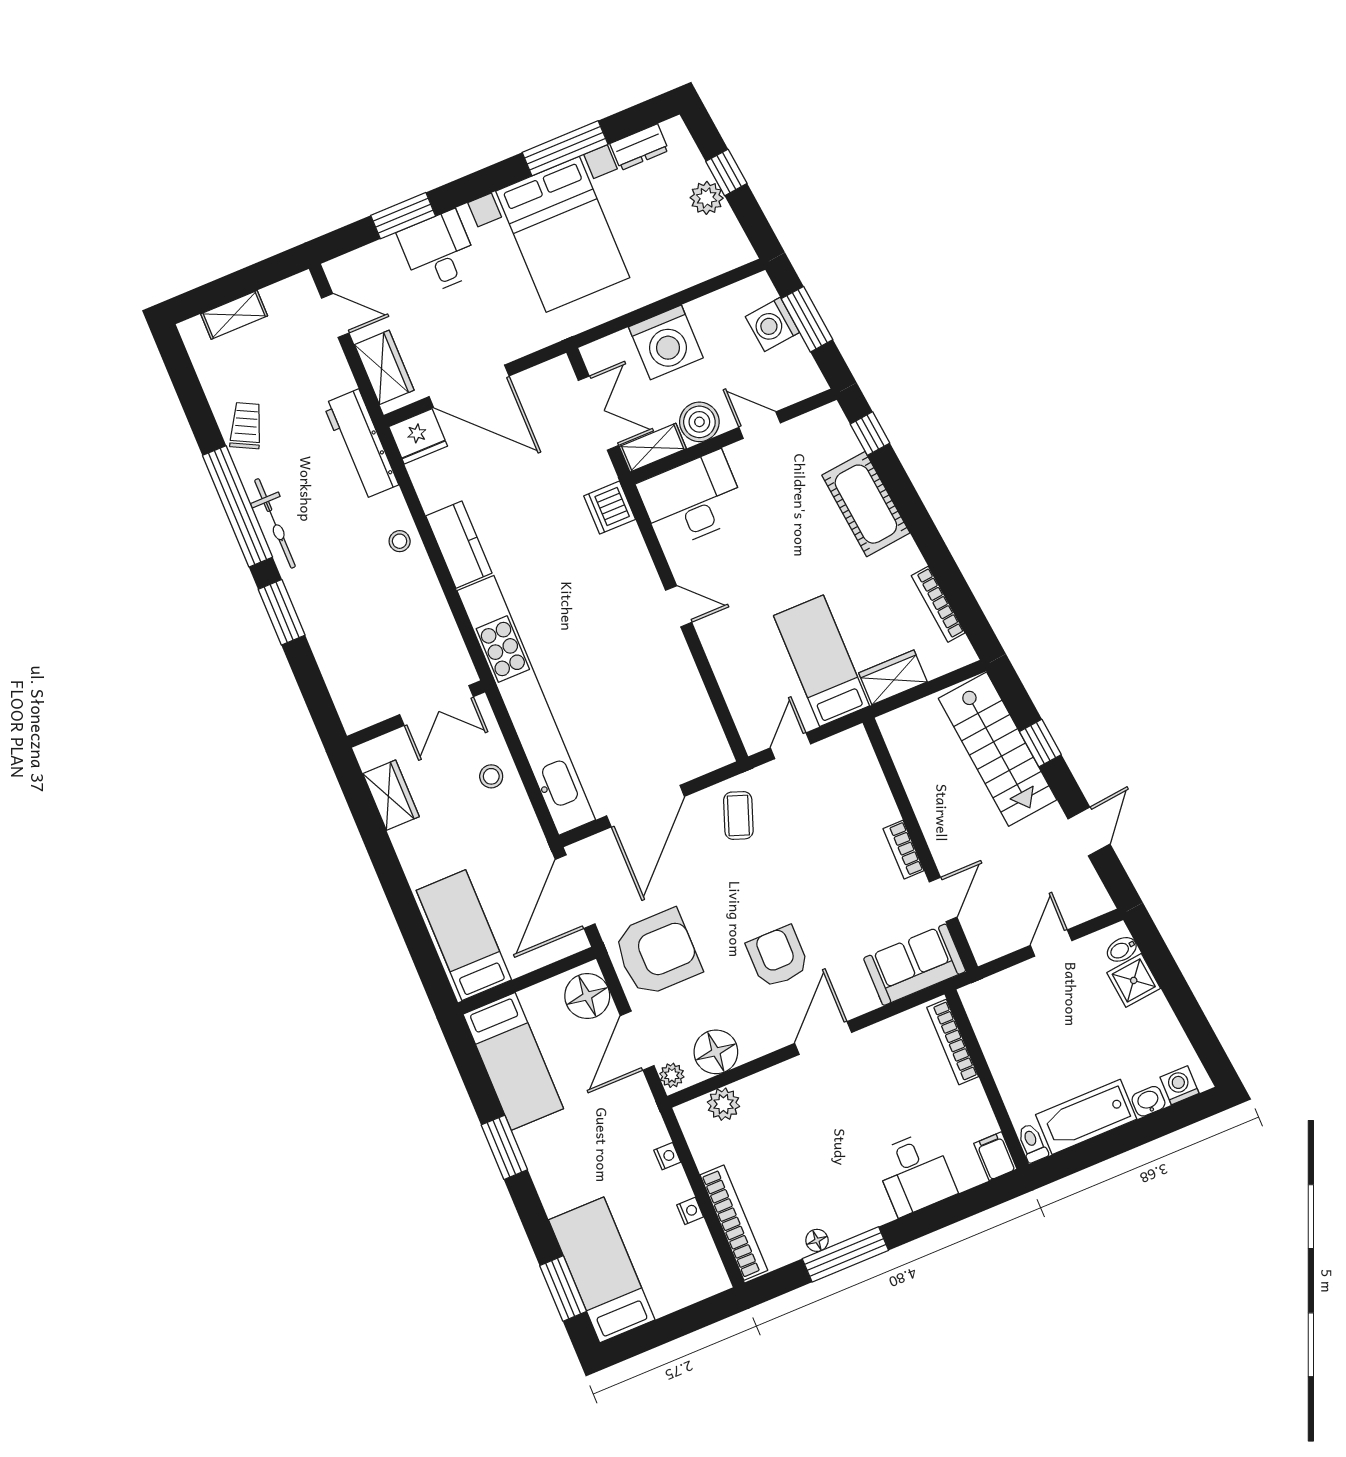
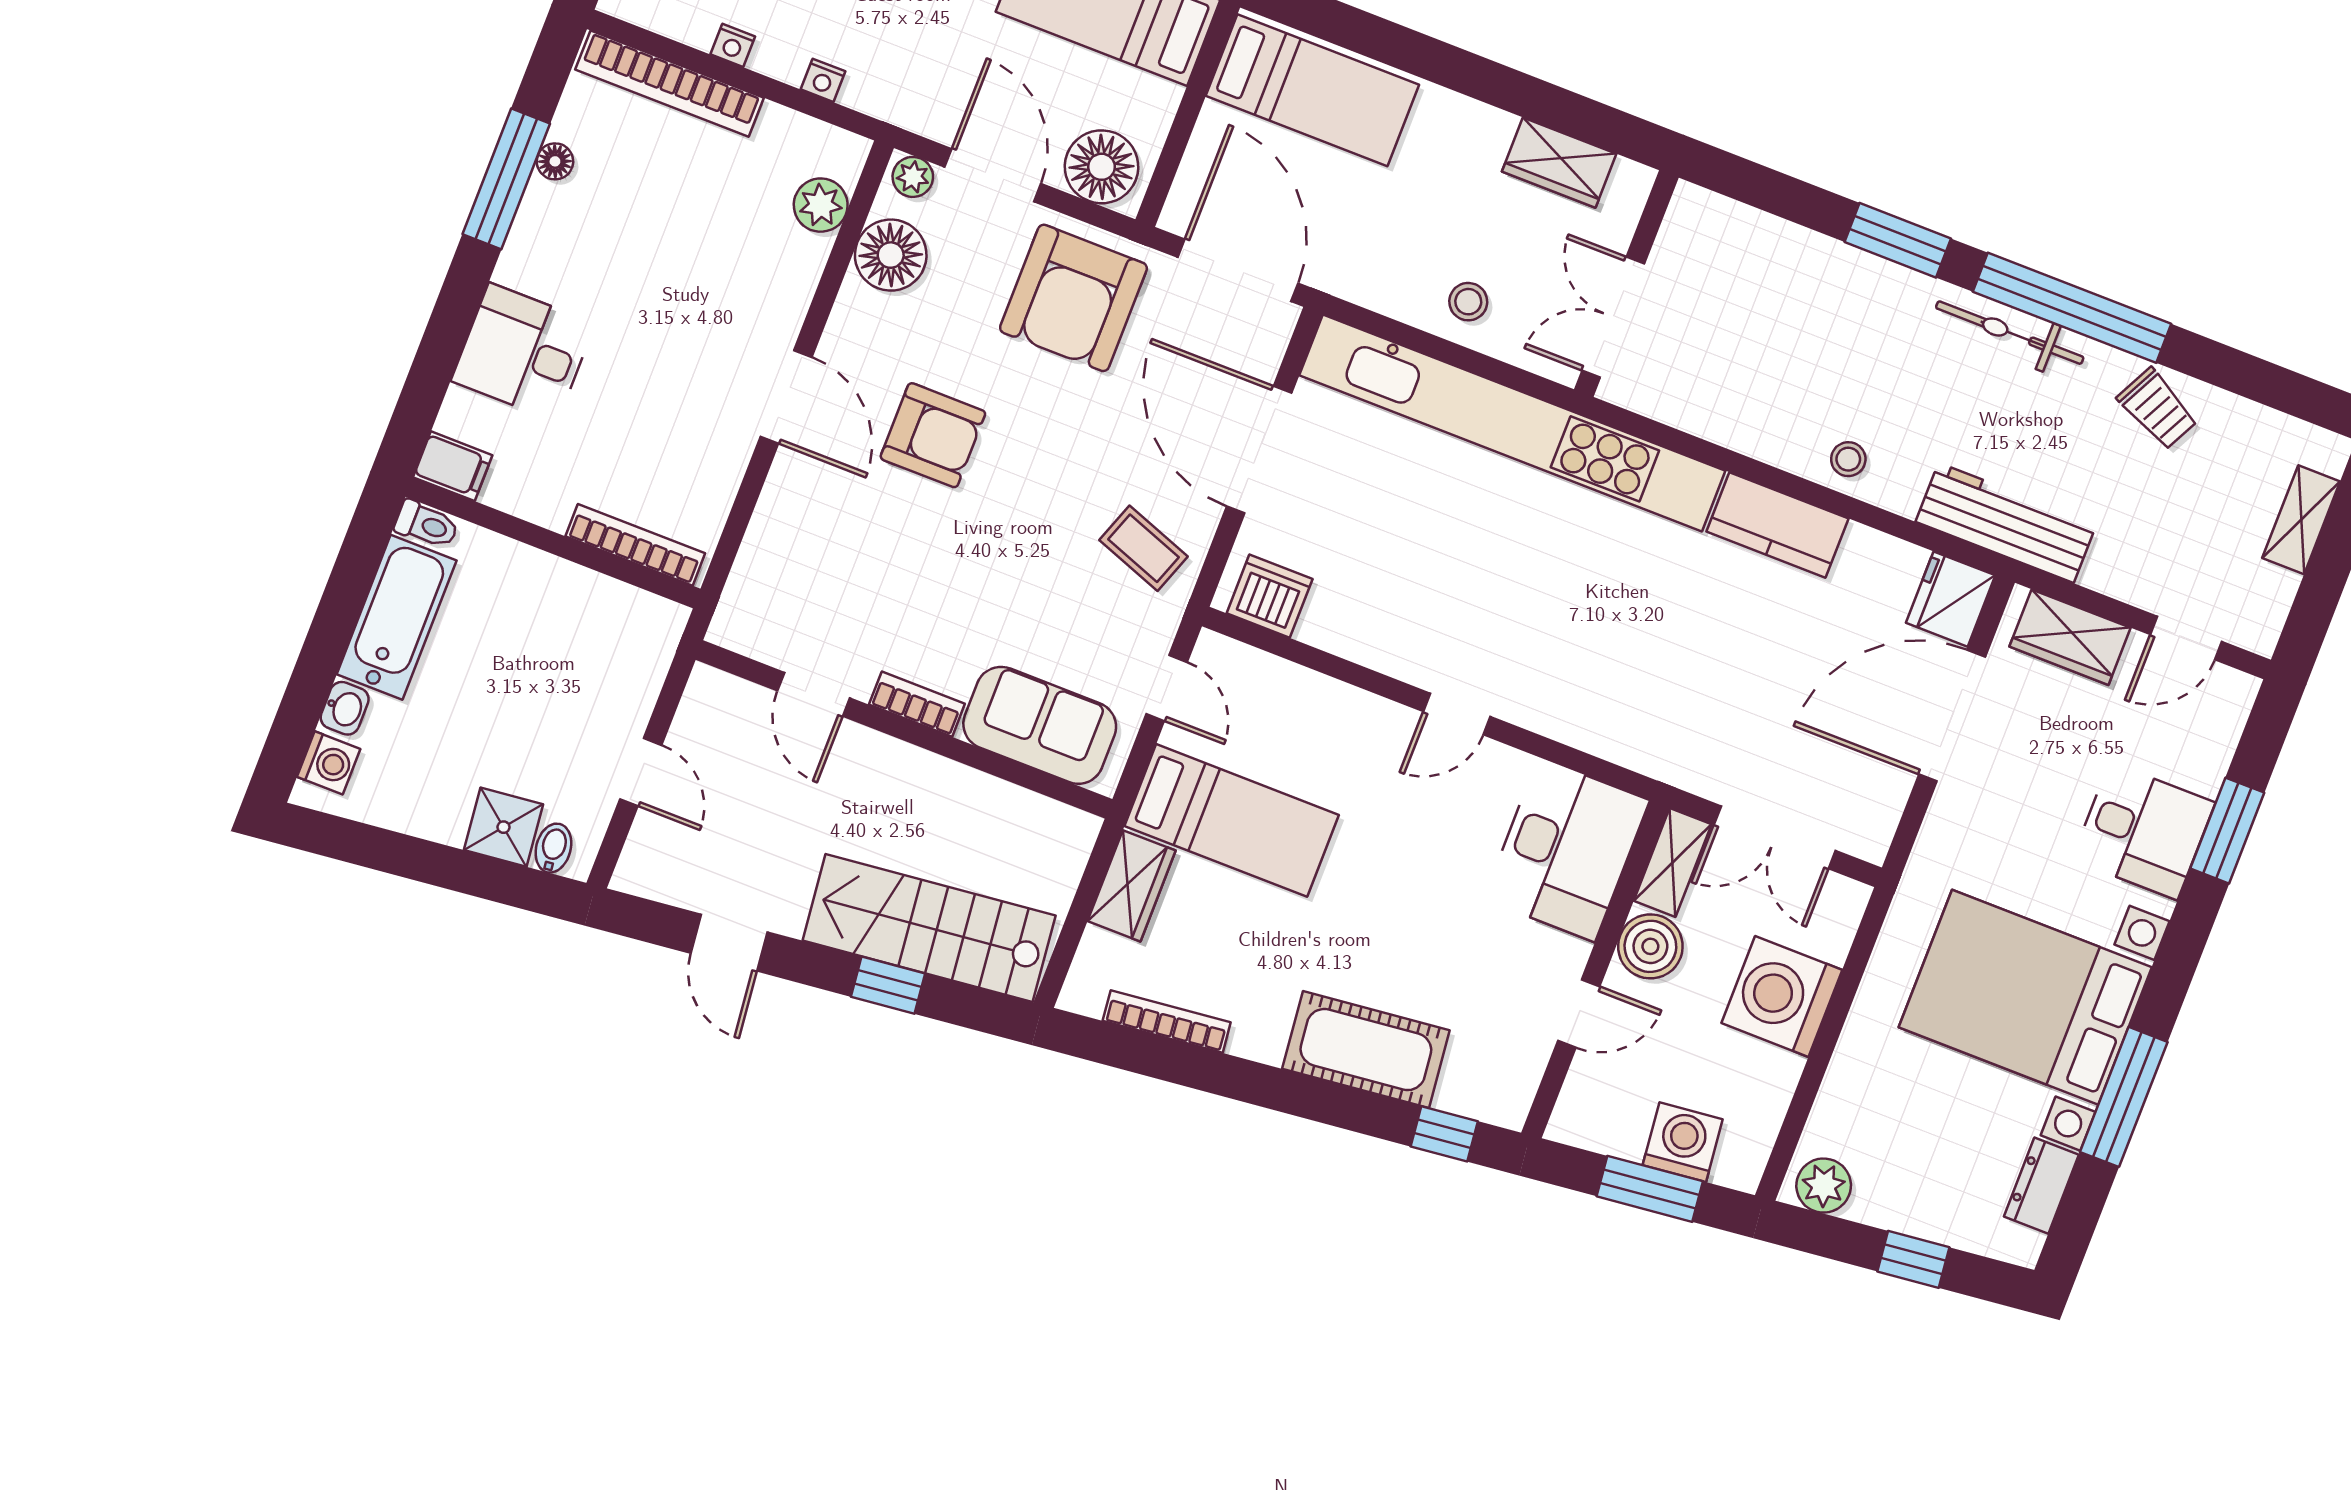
plant: (707, 198) -> (1824, 1186), moved
dishwasher: (610, 508) -> (1270, 596), moved
sofa: (915, 965) -> (1040, 725), moved, turned -90

